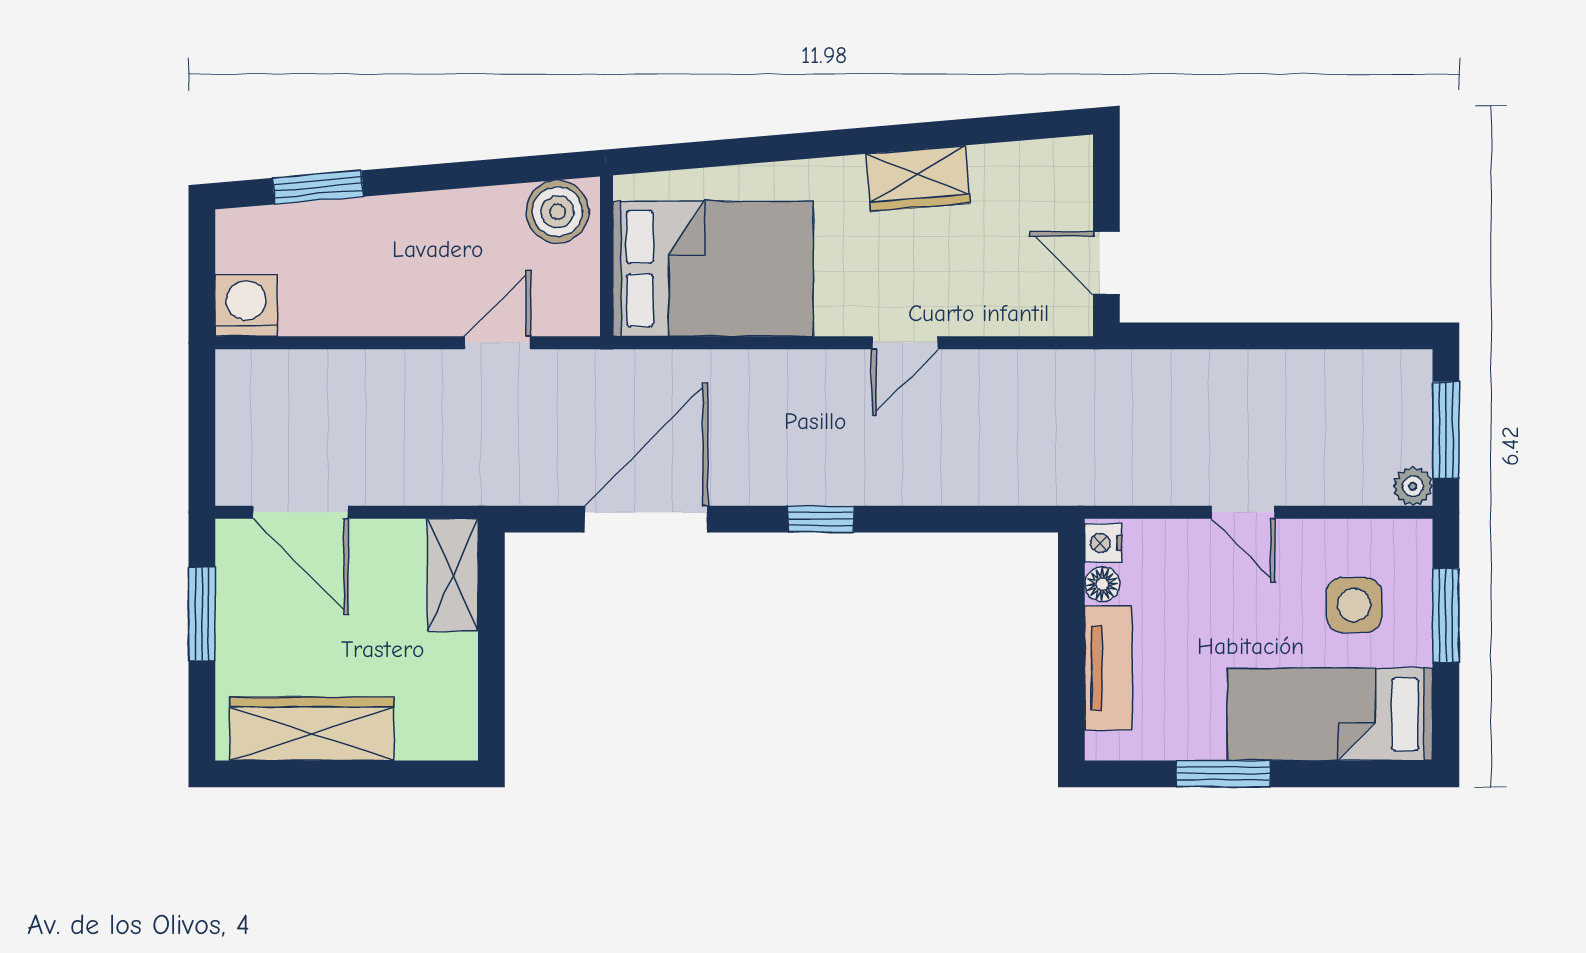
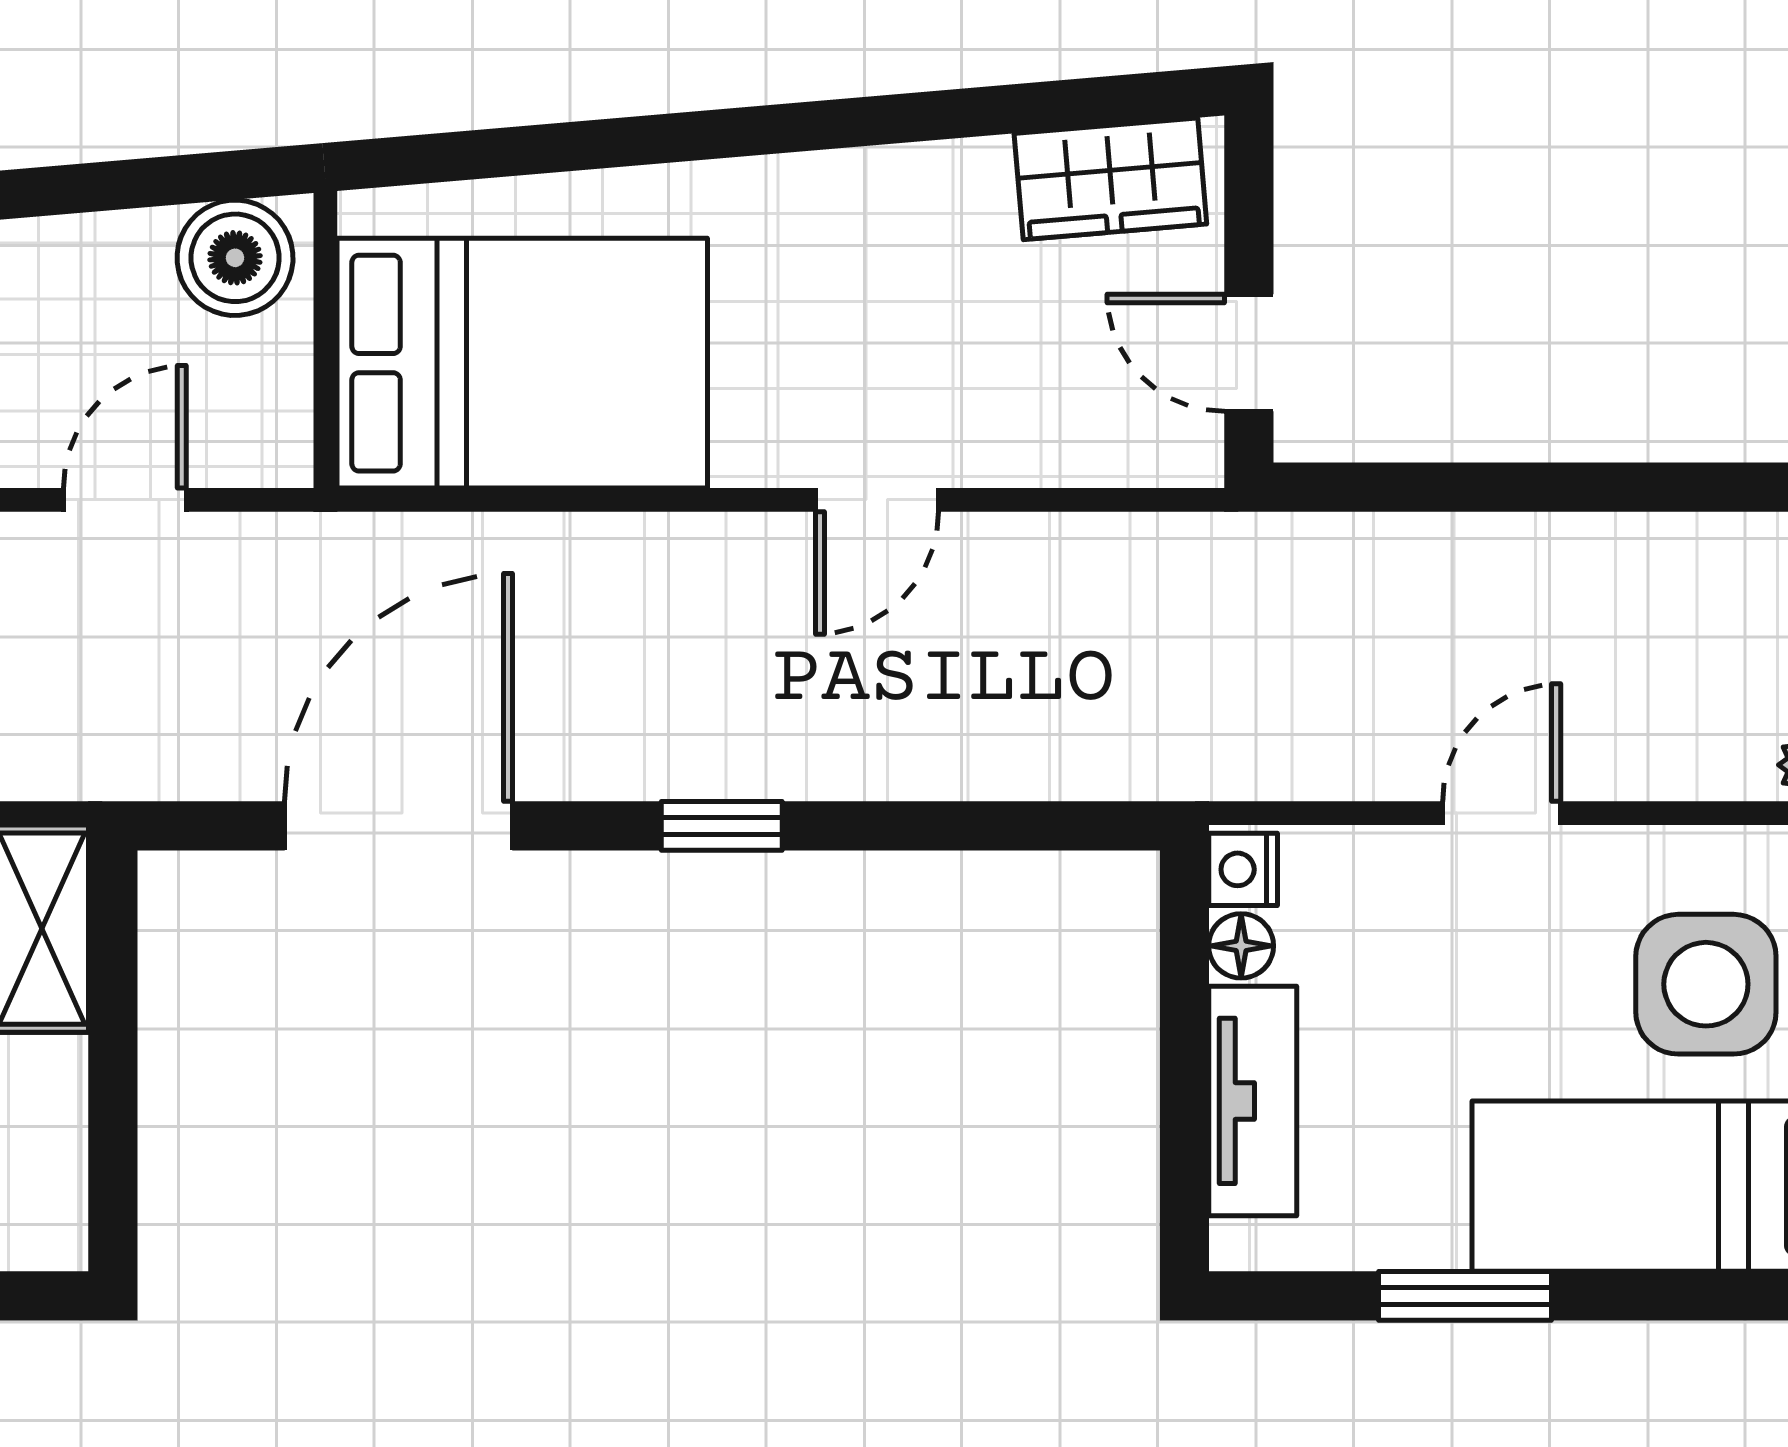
wardrobe: (918, 178) -> (1110, 179), moved
door: (1243, 512) -> (1502, 813), swing flipped
side table: (1354, 605) -> (1706, 984), width x1.37, depth x1.37

